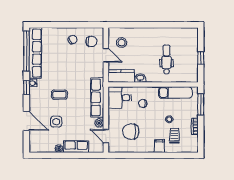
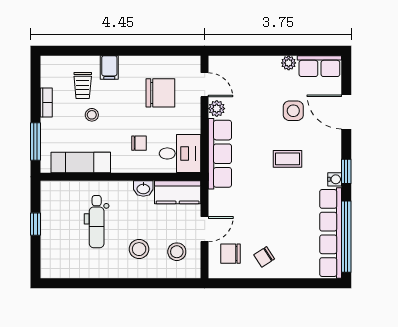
stool: (143, 44) -> (139, 249), added
door: (106, 55) -> (205, 229), swing flipped
row of seats: (76, 147) -> (319, 66), moved

